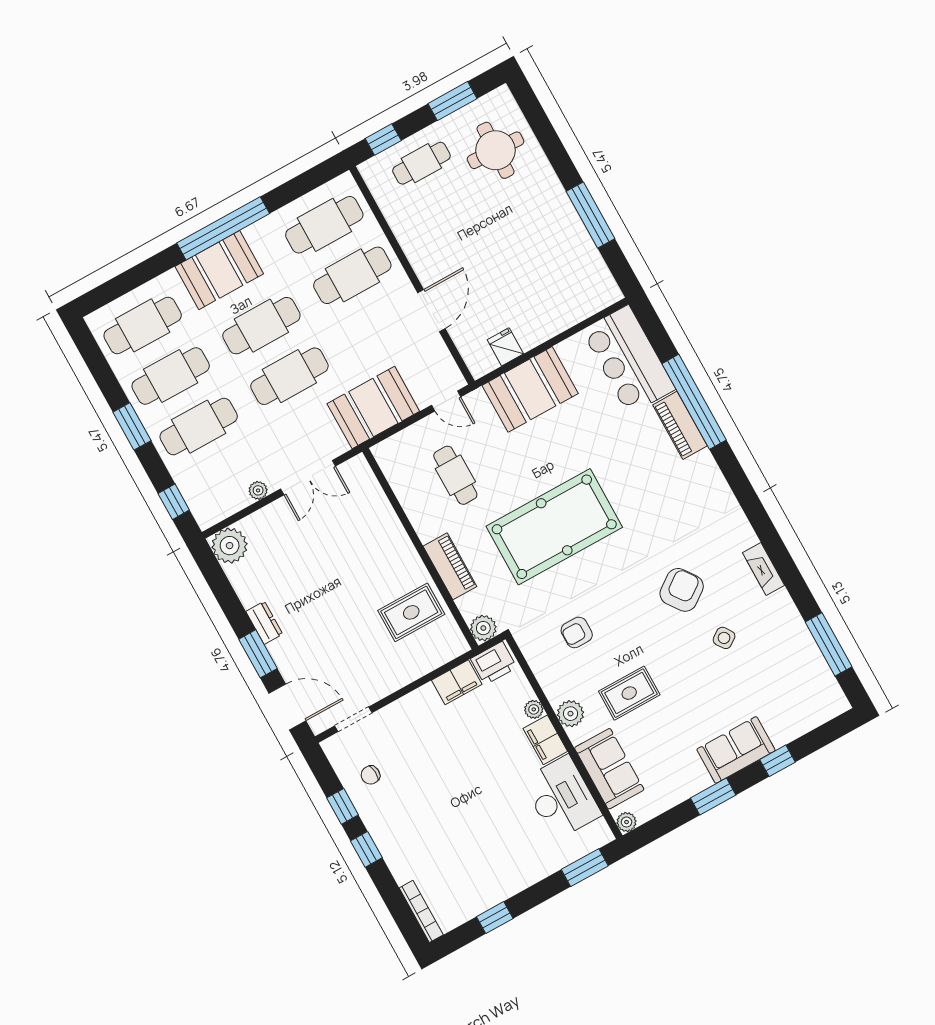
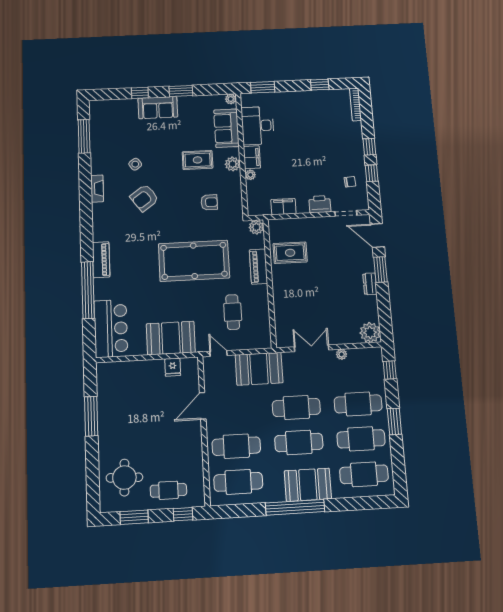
piano: (680, 425) -> (101, 260), moved
printer: (494, 663) -> (320, 204), moved

